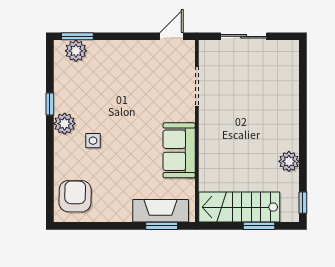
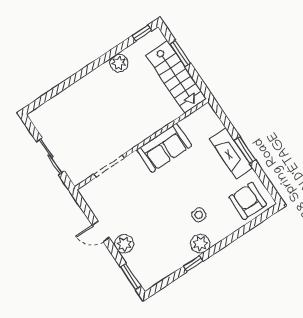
door: (171, 36) -> (101, 232), moved
plant: (76, 51) -> (124, 244), moved
armchair: (75, 196) -> (248, 201), turned 89
fireplace: (161, 211) -> (231, 153), moved
window: (162, 226) -> (245, 150), moved

